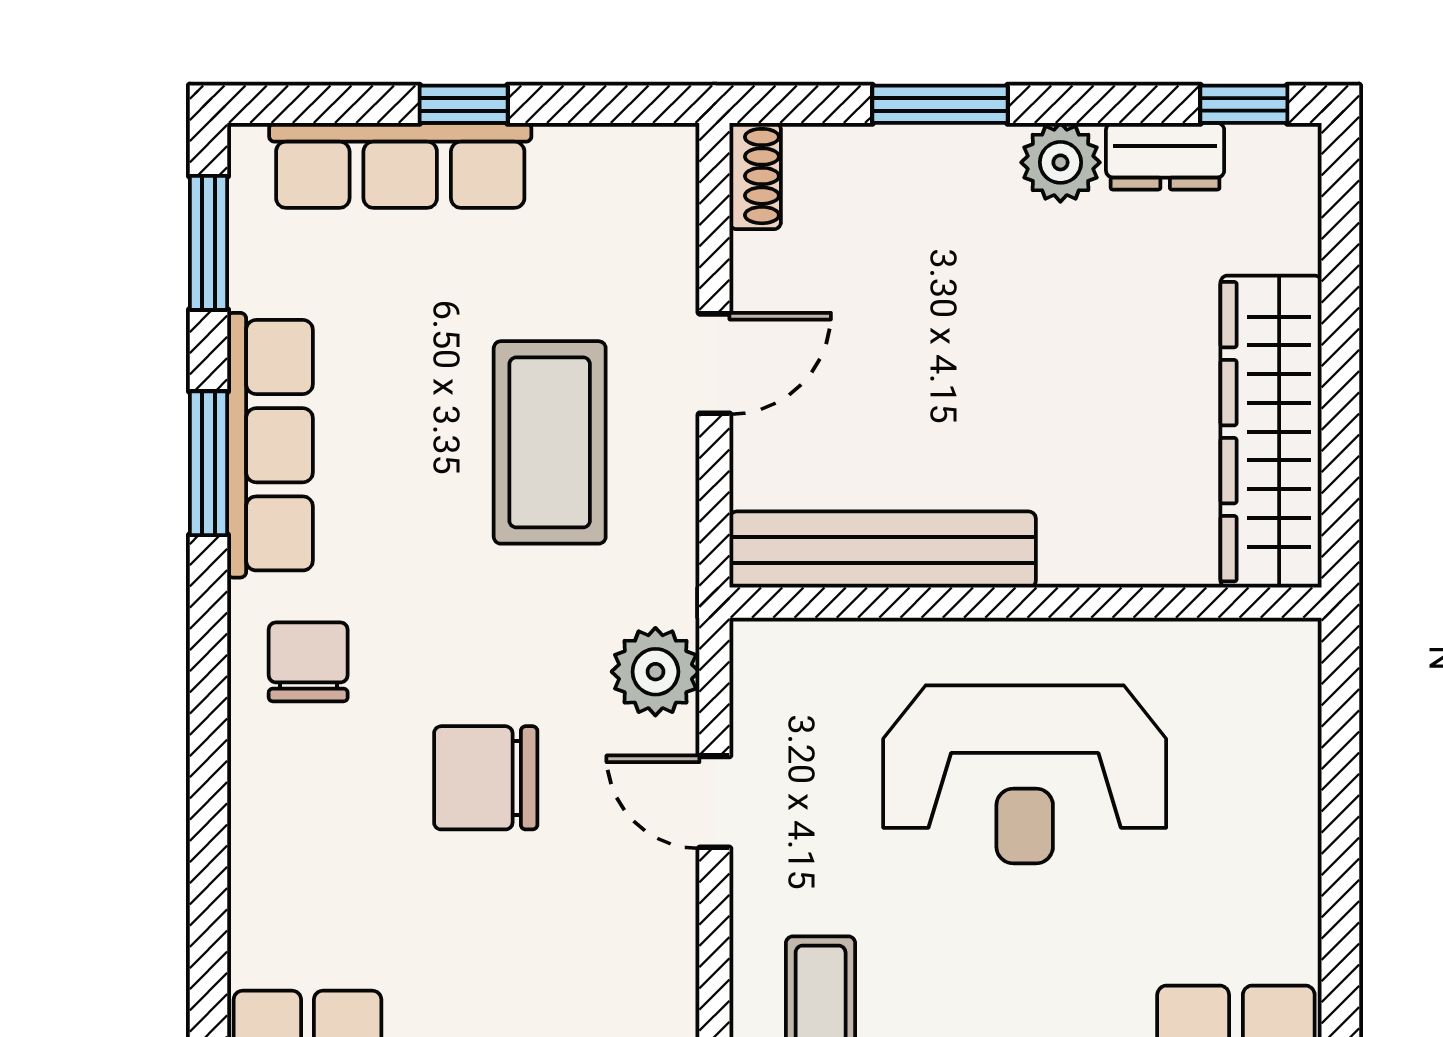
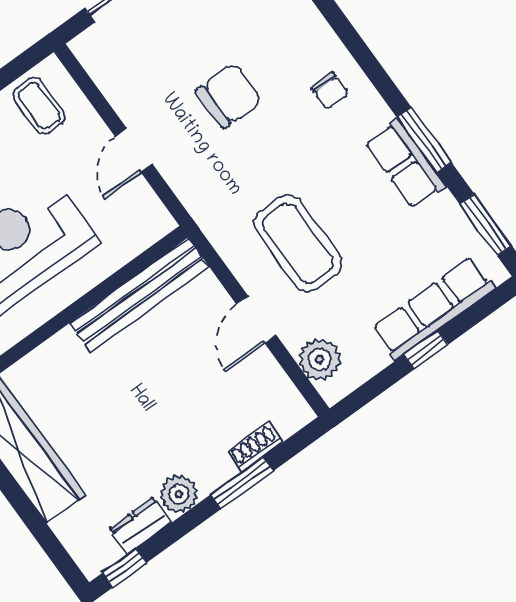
shoe rack: (755, 176) -> (255, 447), moved, turned 90
row of seats: (270, 445) -> (405, 164), width x0.68
chair: (308, 662) -> (330, 91), width x0.73, depth x0.73
plant: (655, 672) -> (320, 359), moved
door: (714, 802) -> (134, 150), swing flipped

